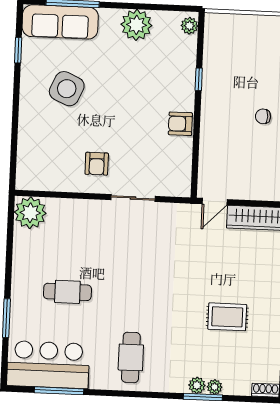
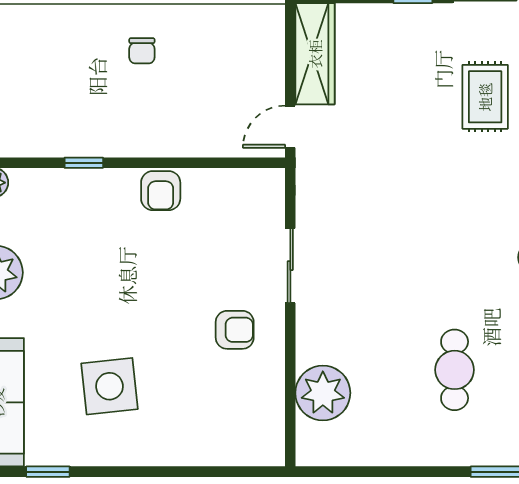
side table: (67, 89) -> (109, 386), turned -30
door: (215, 202) -> (290, 127), swing flipped
plant: (30, 213) -> (323, 393), moved

